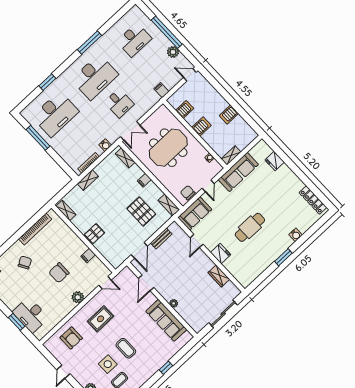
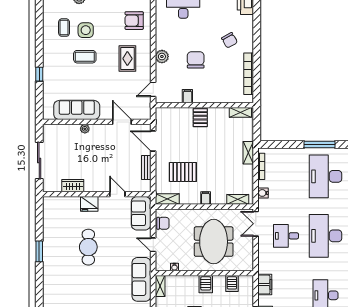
filing cabinet: (161, 90) -> (265, 285), width x2.00
water cooler: (296, 235) -> (48, 278), removed

